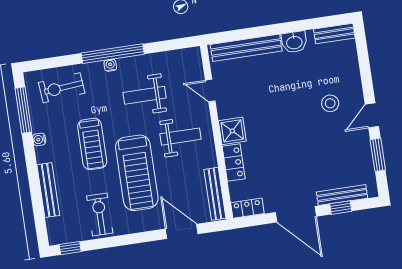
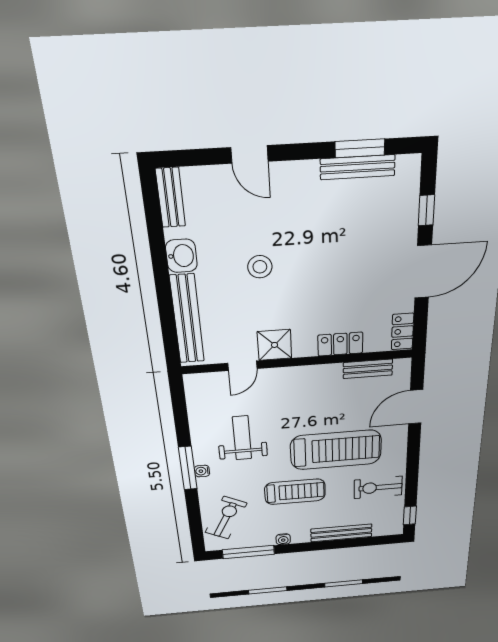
window: (113, 54) -> (188, 468), width x0.68
exercise bike: (62, 88) -> (226, 518), turned -148
weight bench: (145, 95) -> (242, 438), turned 180
stool: (330, 103) -> (260, 267), moved
door: (372, 115) -> (249, 154), moved
shower: (232, 131) -> (274, 345), moved
weight bench: (181, 137) -> (298, 402), removed
bench: (215, 194) -> (368, 369), width x0.73
bench: (342, 195) -> (358, 167), moved, turned 90

